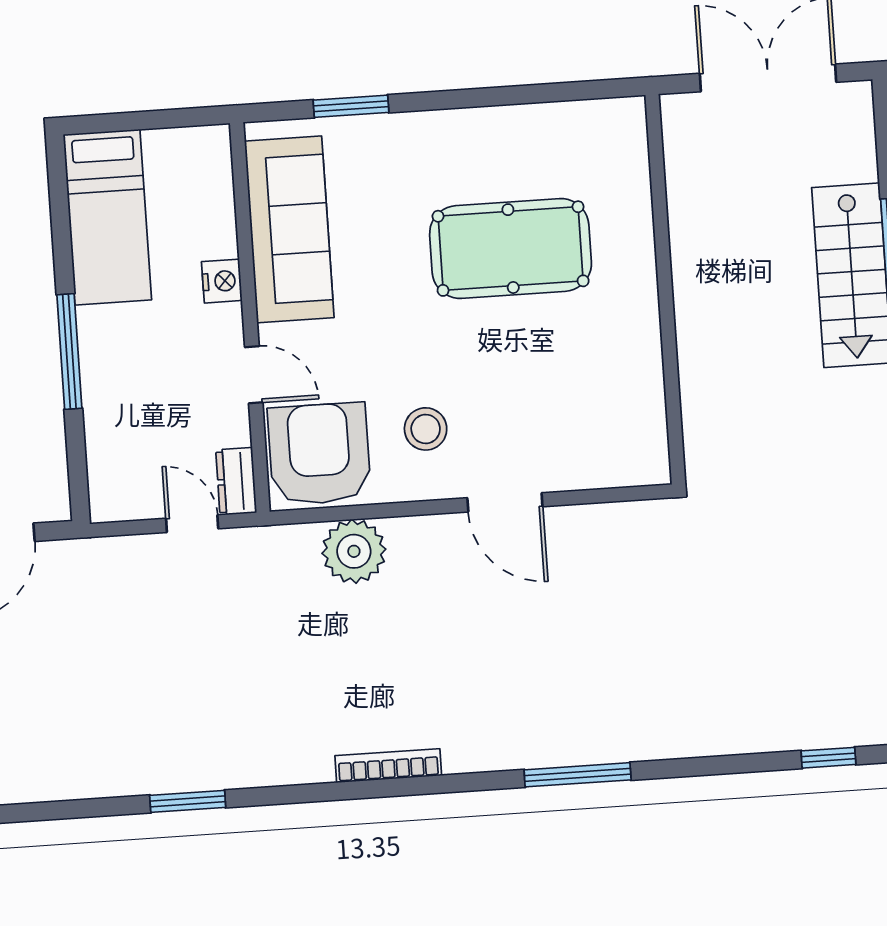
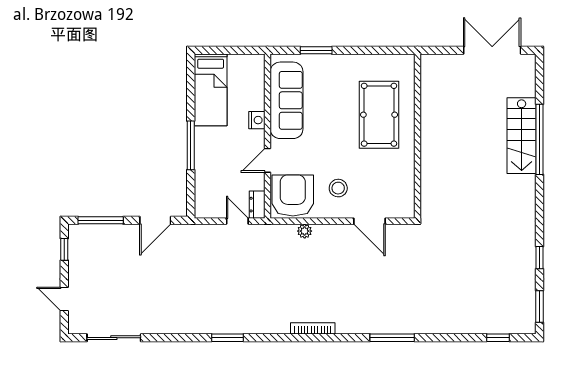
pool table: (511, 249) -> (379, 115), turned 90
wall: (665, 289) -> (418, 136), moved
door: (254, 375) -> (268, 160), swing flipped
plant: (354, 551) -> (305, 231), width x0.53, depth x0.53

